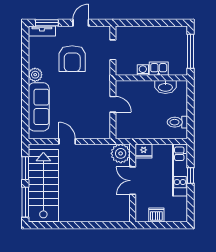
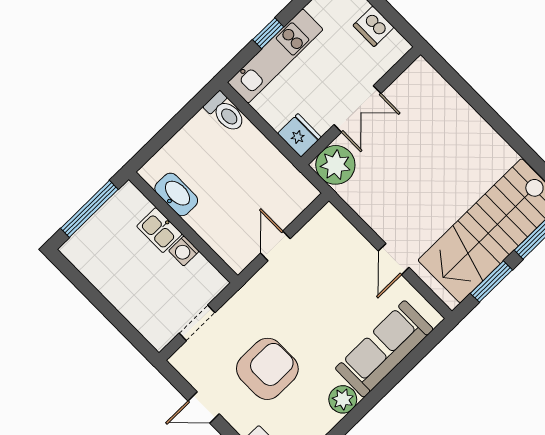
toilet: (177, 122) -> (225, 112), moved

